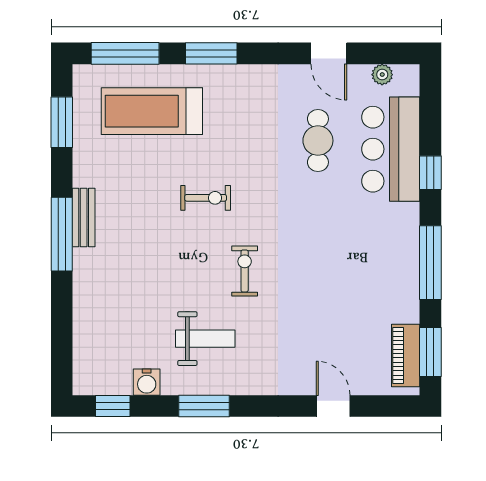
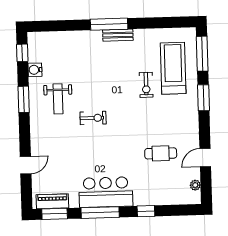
window: (62, 122) -> (166, 23), removed
bar counter: (391, 149) -> (106, 192), moved
exercise bike: (206, 198) -> (146, 85), moved

